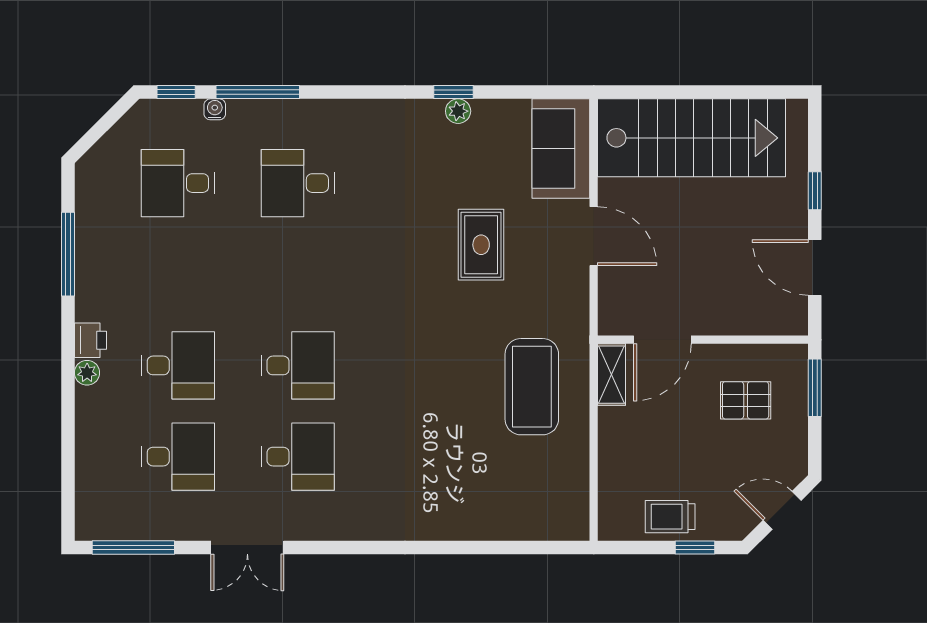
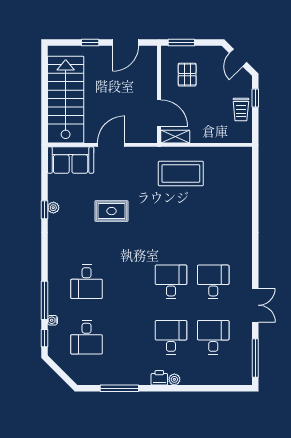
rug: (481, 245) -> (111, 211), moved

